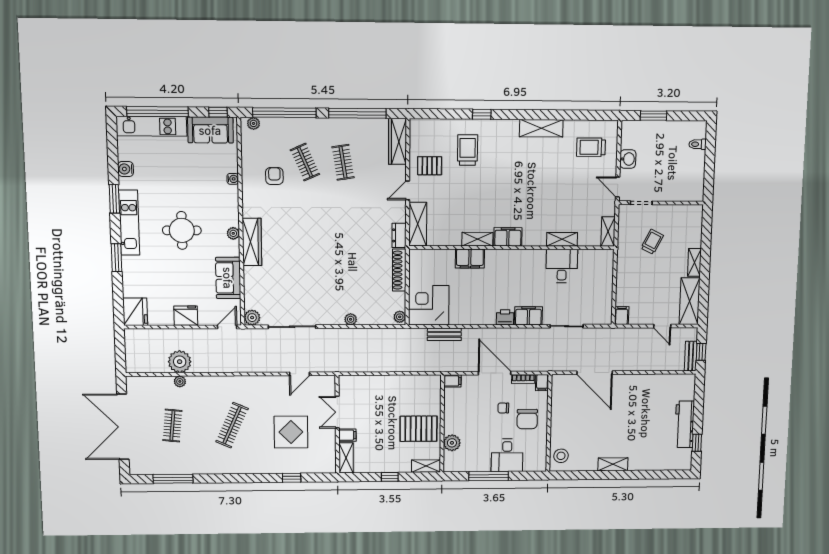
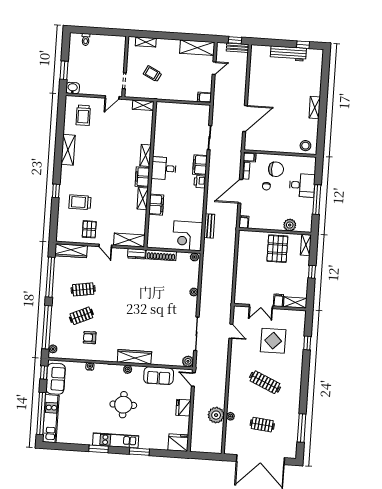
washbasin: (628, 159) -> (73, 88), moved
water cooler: (126, 169) -> (79, 439), removed
shelving: (562, 239) -> (146, 155), moved
shelving: (694, 262) -> (146, 42), moved
desk: (562, 266) -> (164, 168), moved

